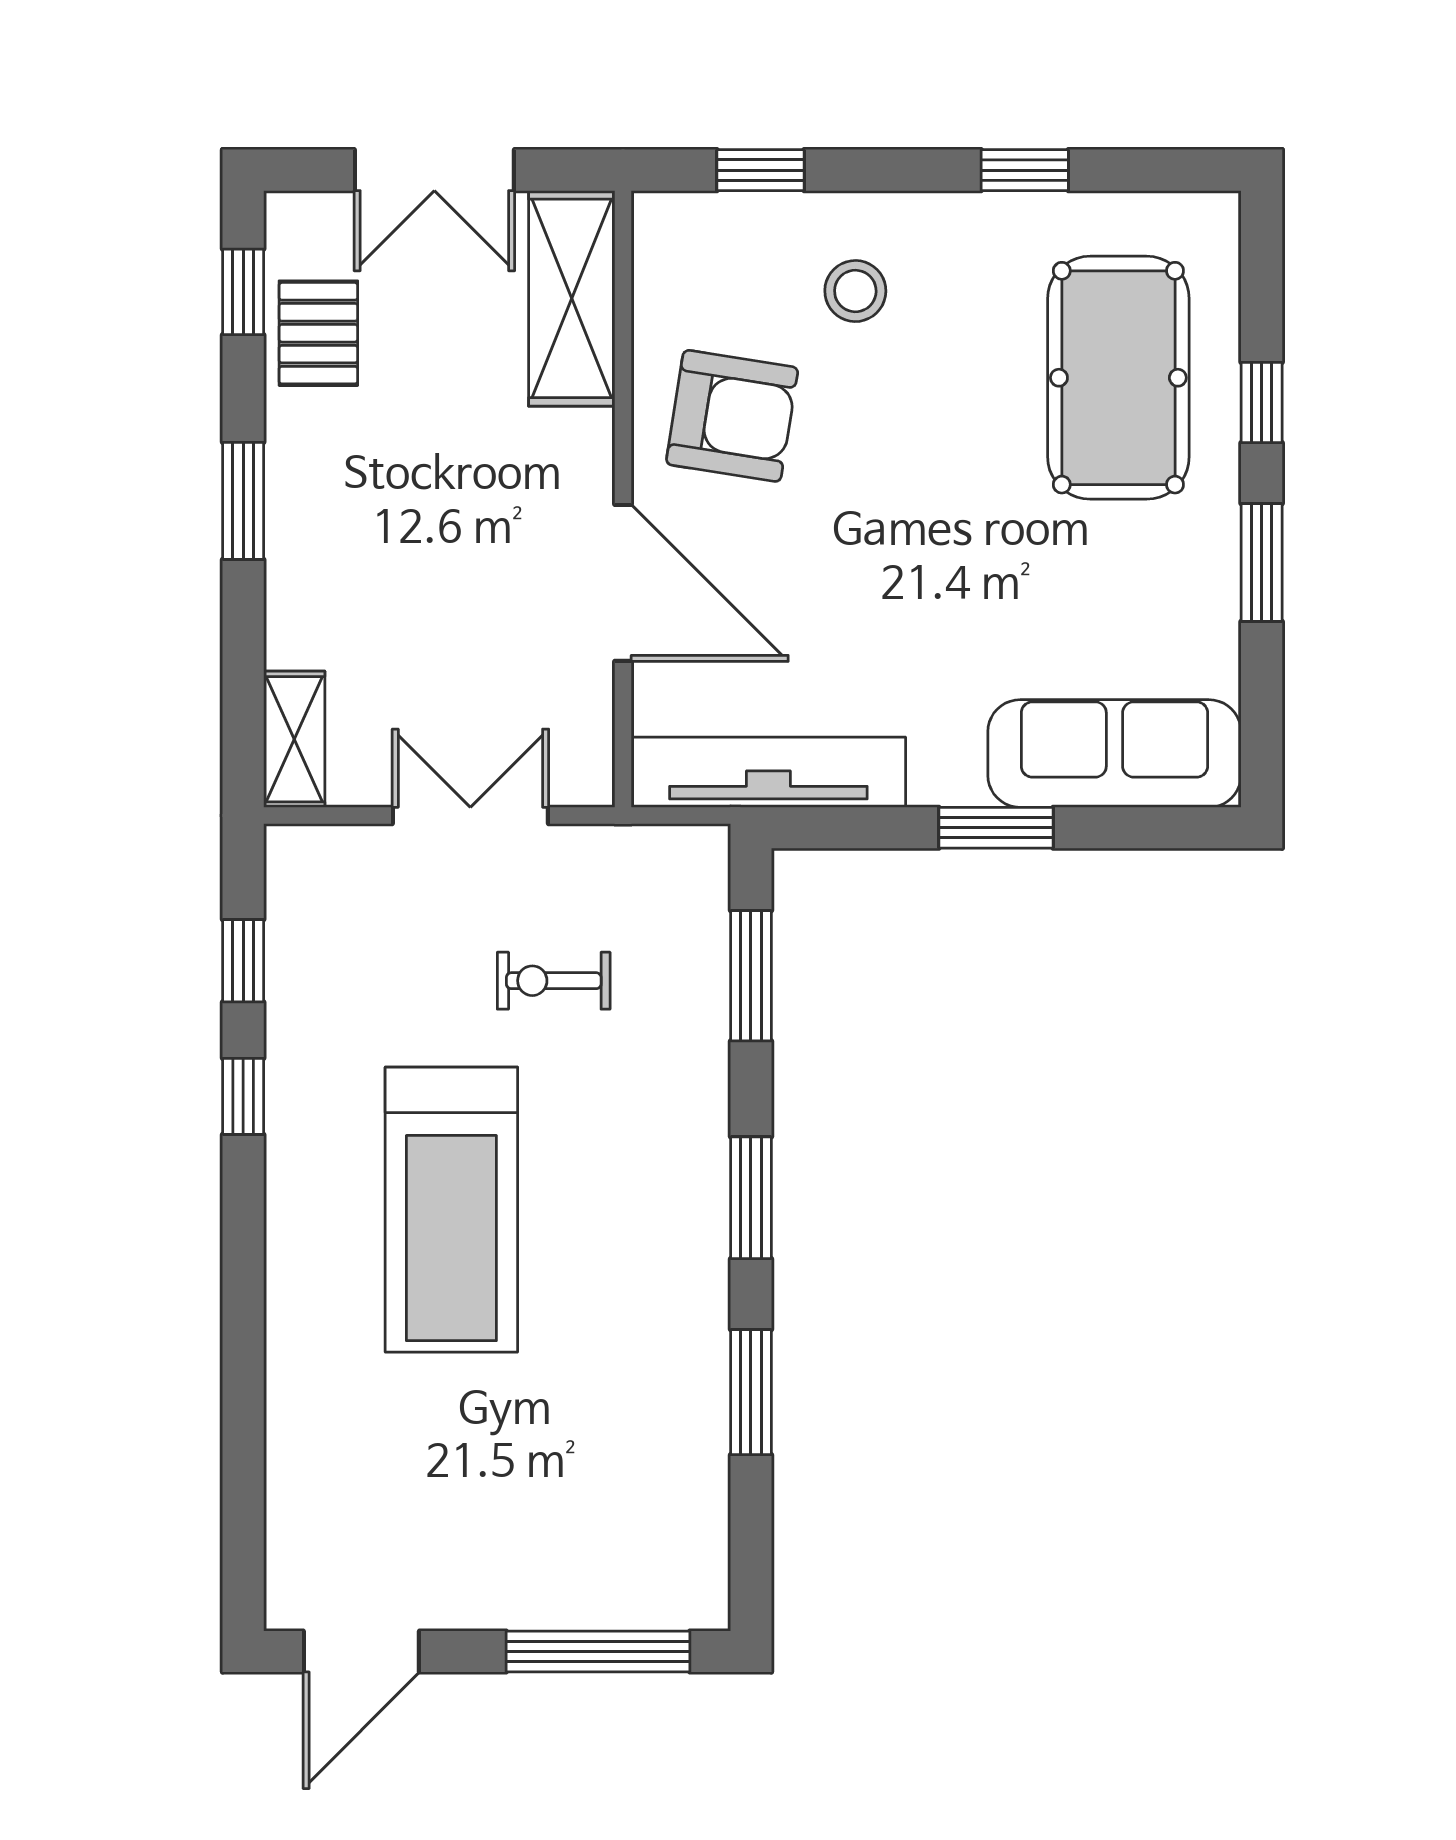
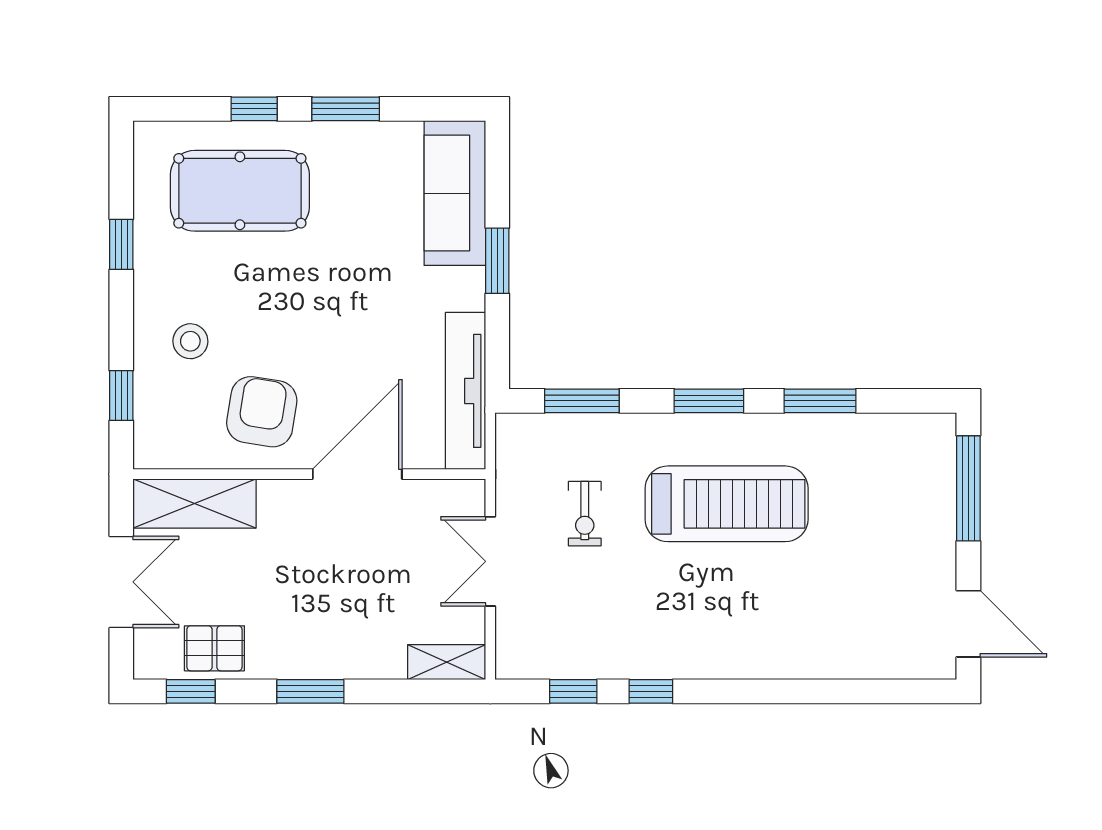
treadmill: (451, 1210) -> (727, 504), moved

